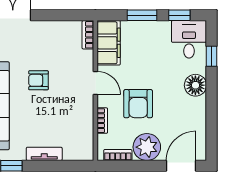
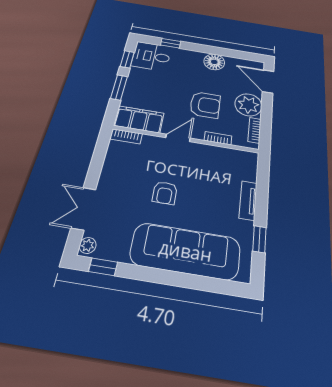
floor lamp: (195, 85) -> (214, 62), moved

